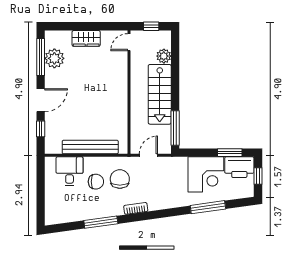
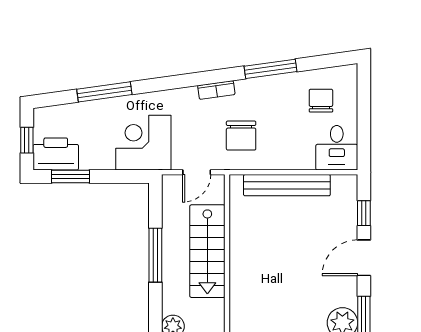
stairs: (160, 94) -> (207, 251), moved, turned 180
window: (175, 128) -> (155, 255), moved
desk: (70, 171) -> (337, 148), moved
corner desk: (206, 174) -> (143, 143), moved
chair: (96, 182) -> (321, 101), moved, turned 90

